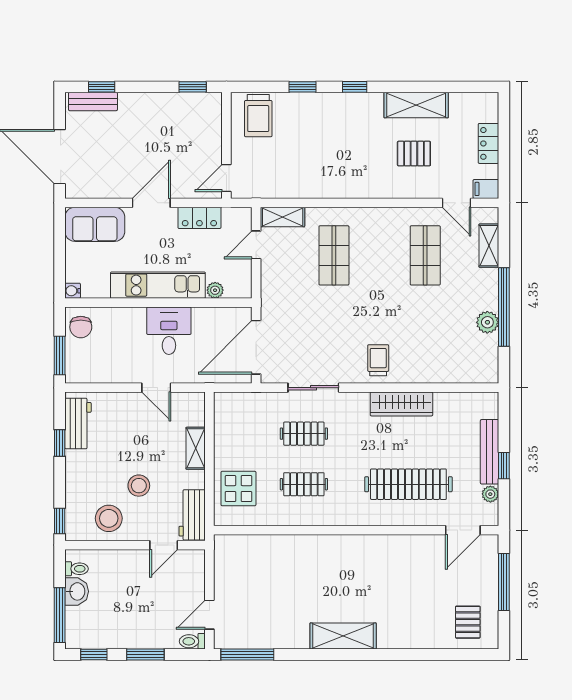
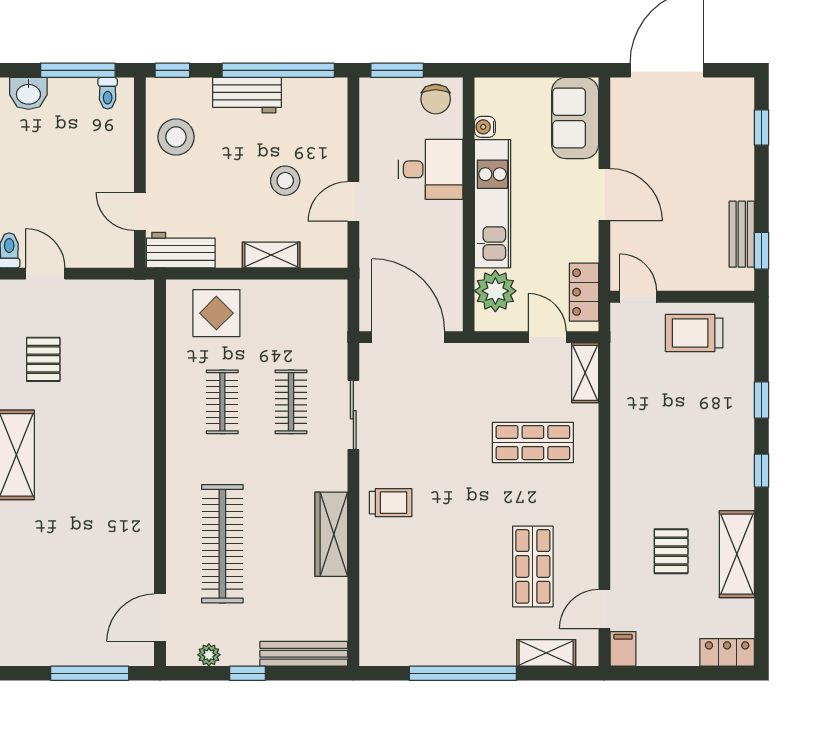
bench: (93, 101) -> (742, 234), moved
trolley: (258, 116) -> (694, 333), moved
locker: (488, 143) -> (727, 652), moved
locker: (199, 218) -> (584, 292), moved
shop shelf: (425, 255) -> (533, 566), turned 90
plant: (215, 290) -> (495, 291), width x1.88, depth x1.88
water cooler: (73, 291) -> (485, 127), moved, turned -90
plant: (487, 322) -> (442, 651), removed
chair: (81, 327) -> (436, 99), turned -90
desk: (169, 331) -> (431, 169), moved
workbench: (78, 424) -> (247, 95), moved
window: (60, 443) -> (278, 70), width x3.17
bench: (490, 452) -> (304, 654), moved
stool: (139, 486) -> (285, 181), moved
door: (463, 530) -> (160, 618), hinge flipped
washbasin: (77, 591) -> (28, 93), moved
window: (60, 615) -> (78, 70), moved
pallet: (468, 622) -> (43, 359), moved, turned 90

